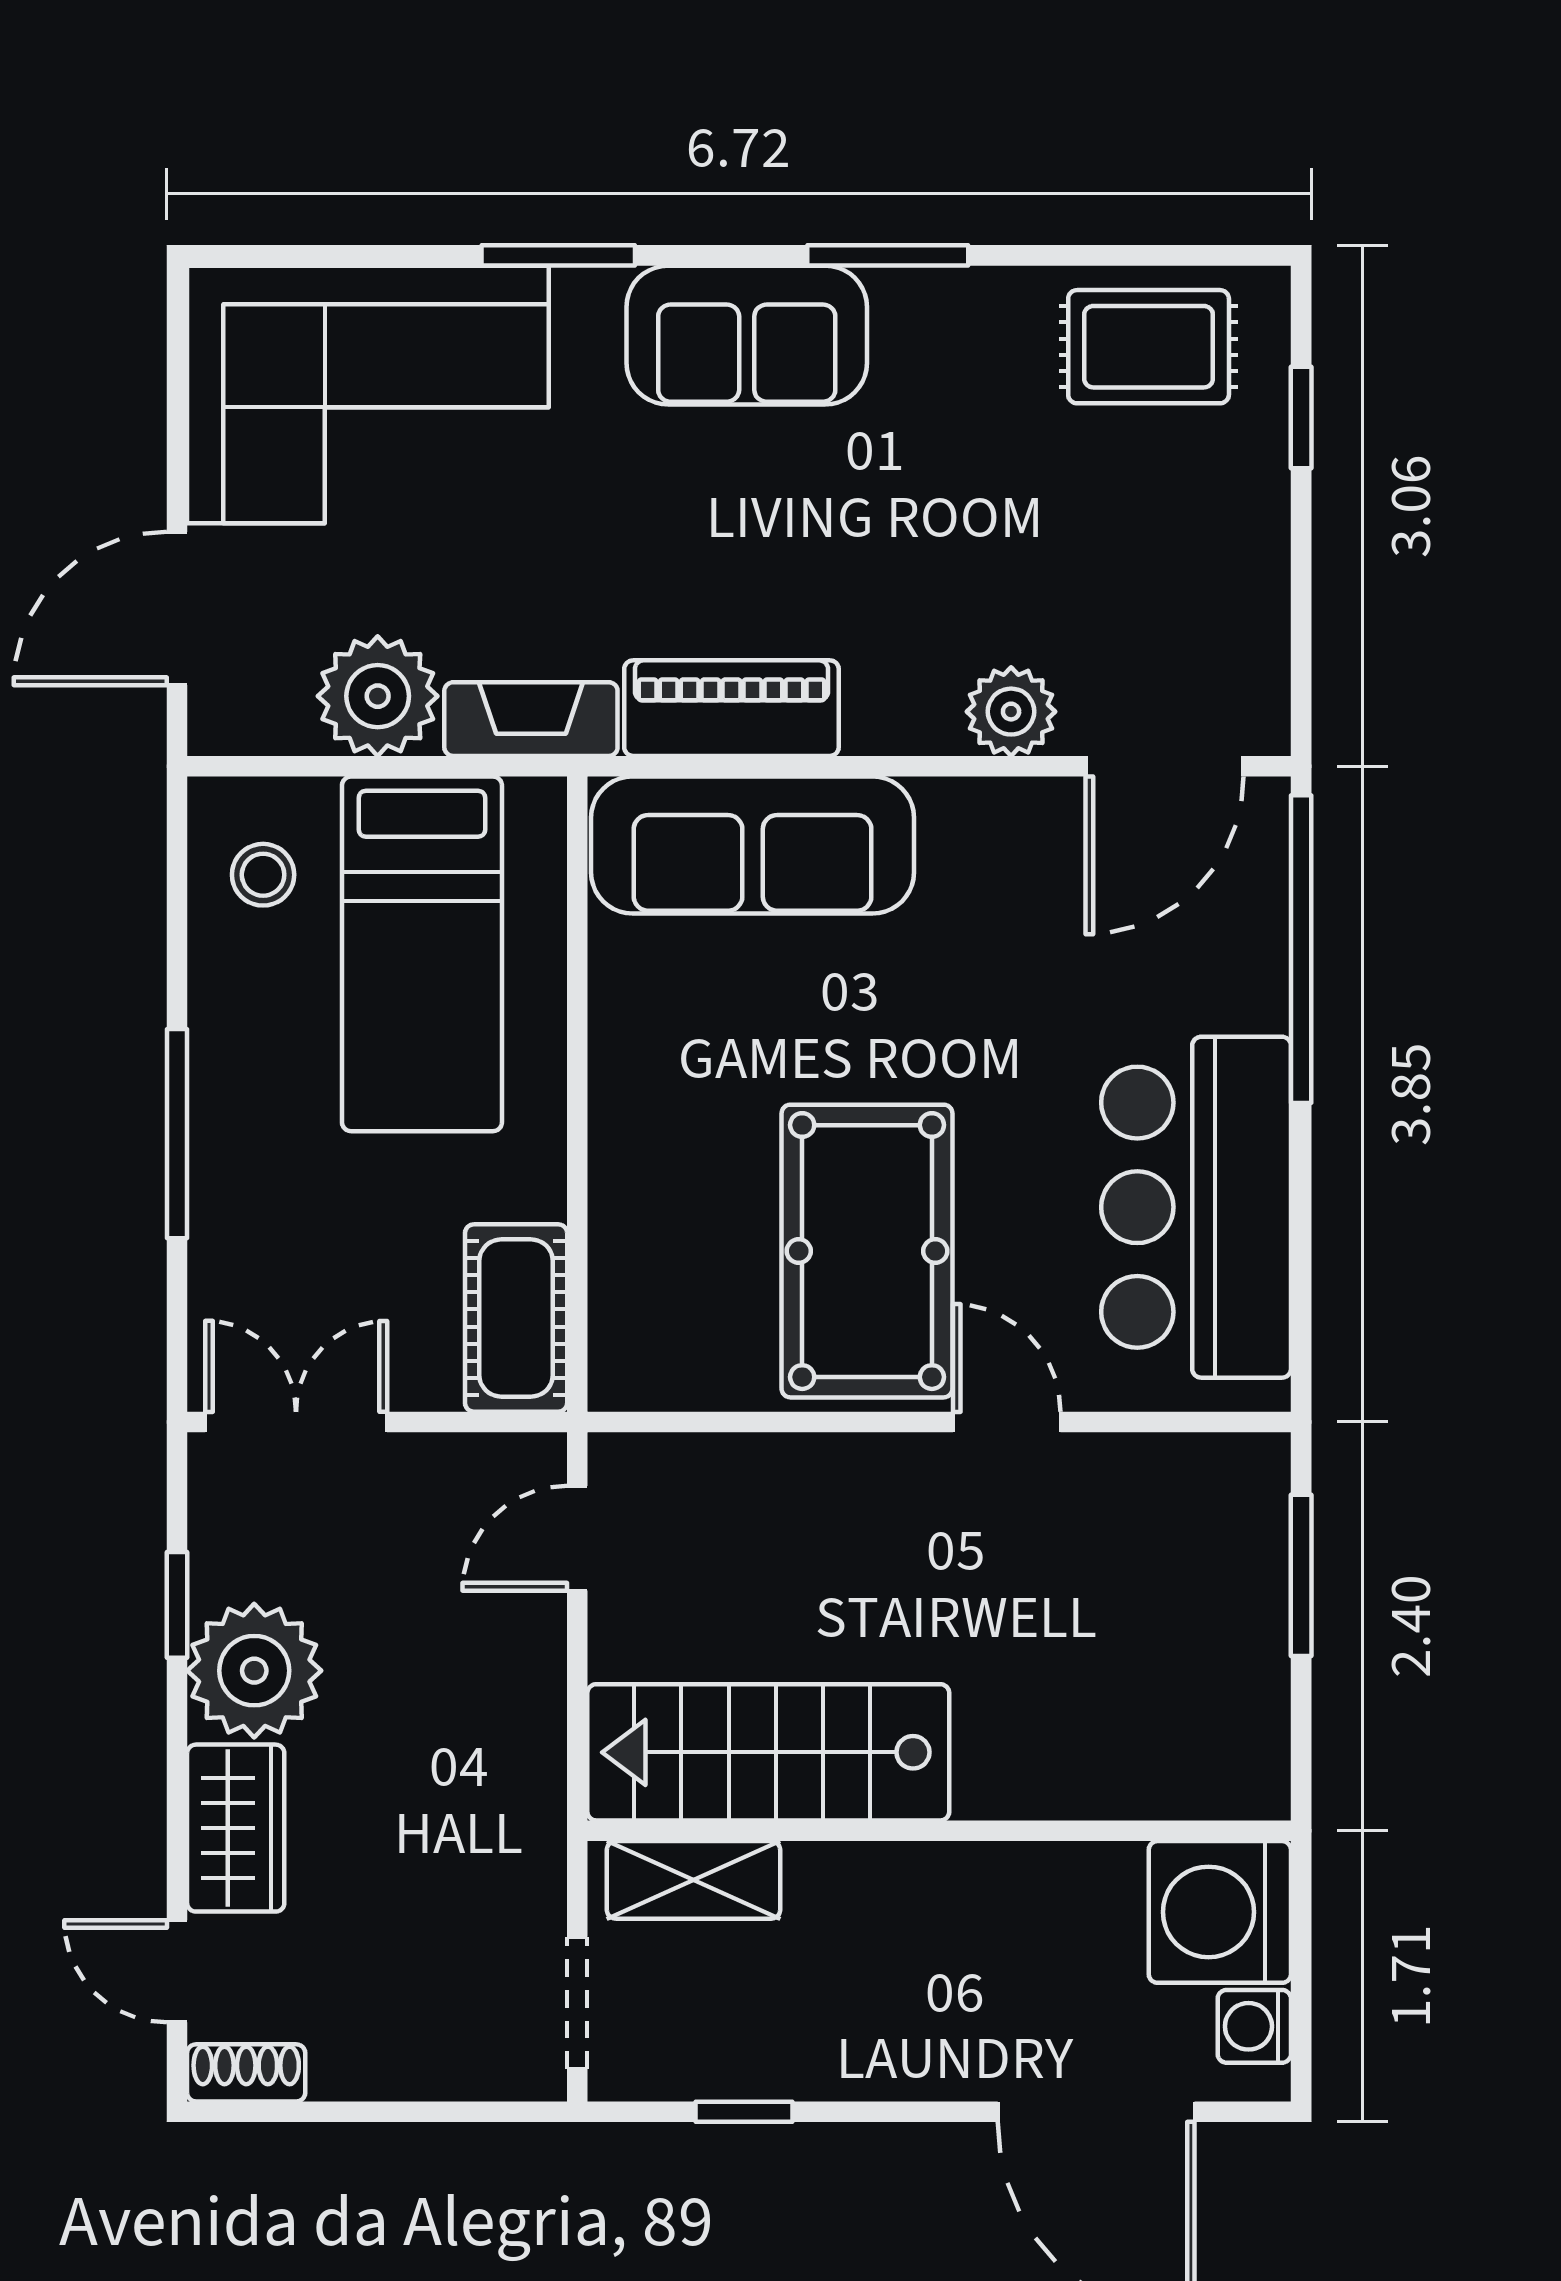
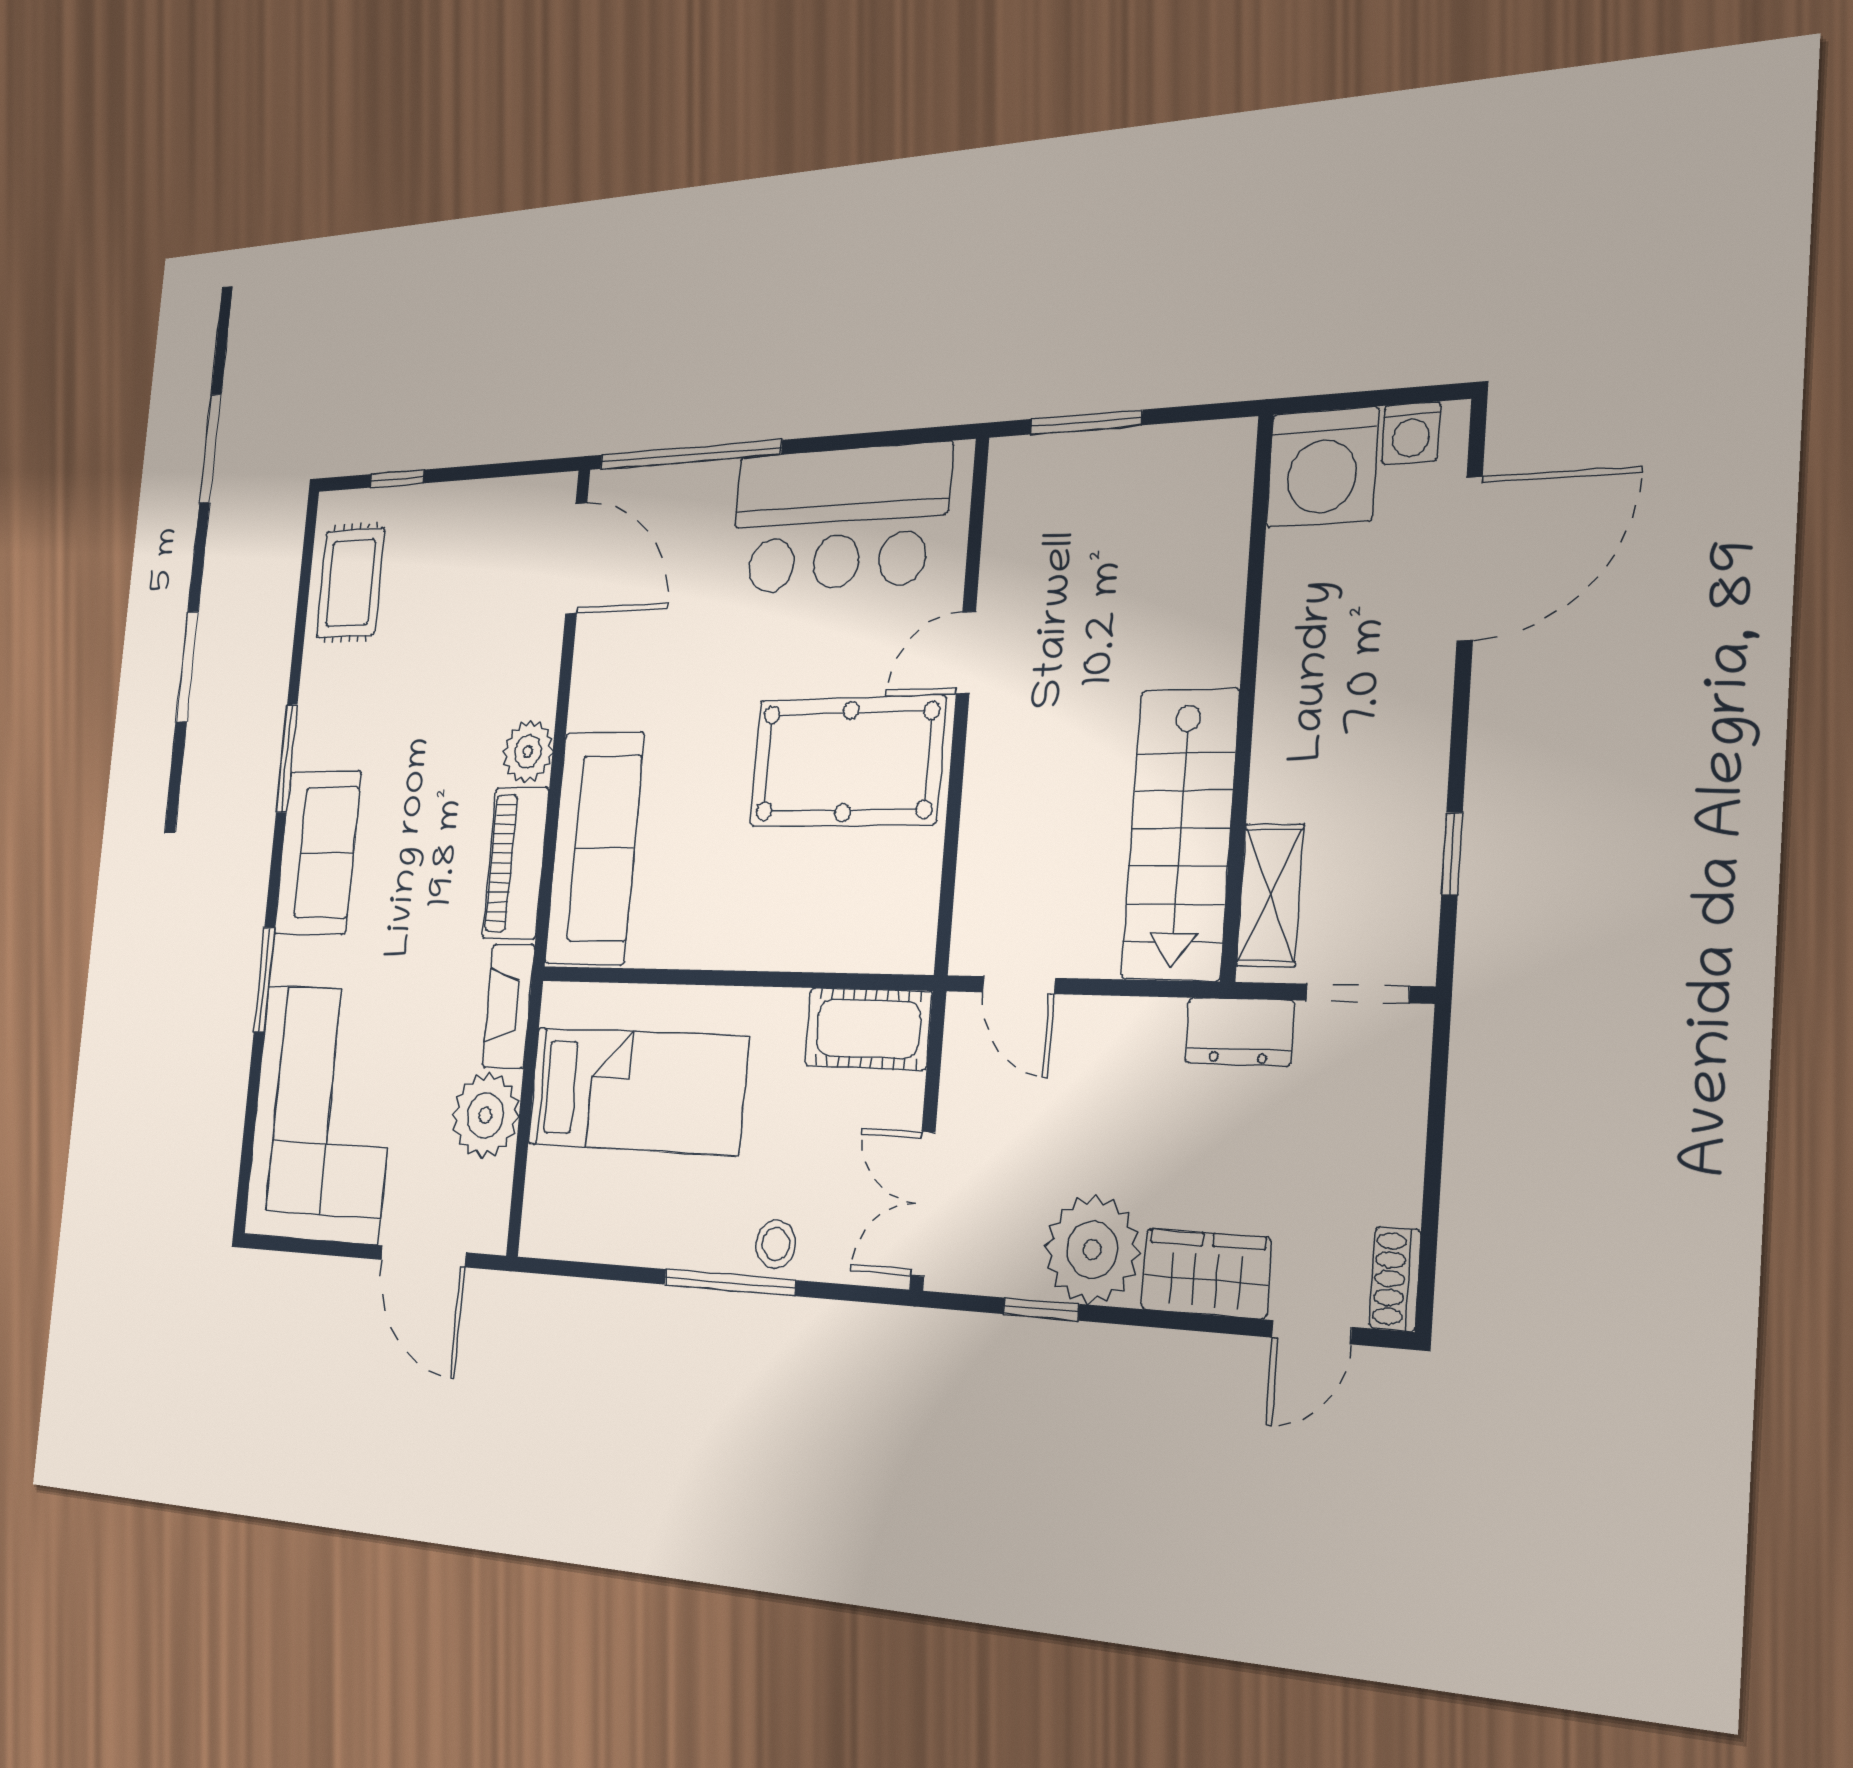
plant: (1011, 712) -> (528, 751), moved
stool: (263, 875) -> (776, 1244), moved
dresser: (527, 1851) -> (1239, 1032), added

